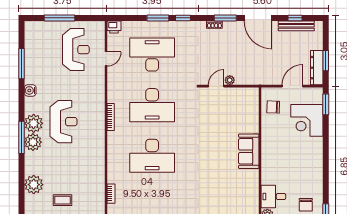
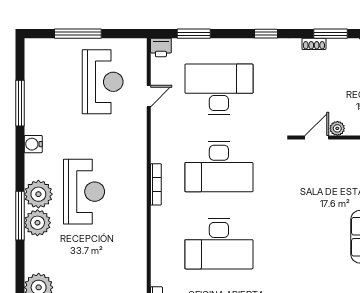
window: (158, 18) -> (194, 34), moved

